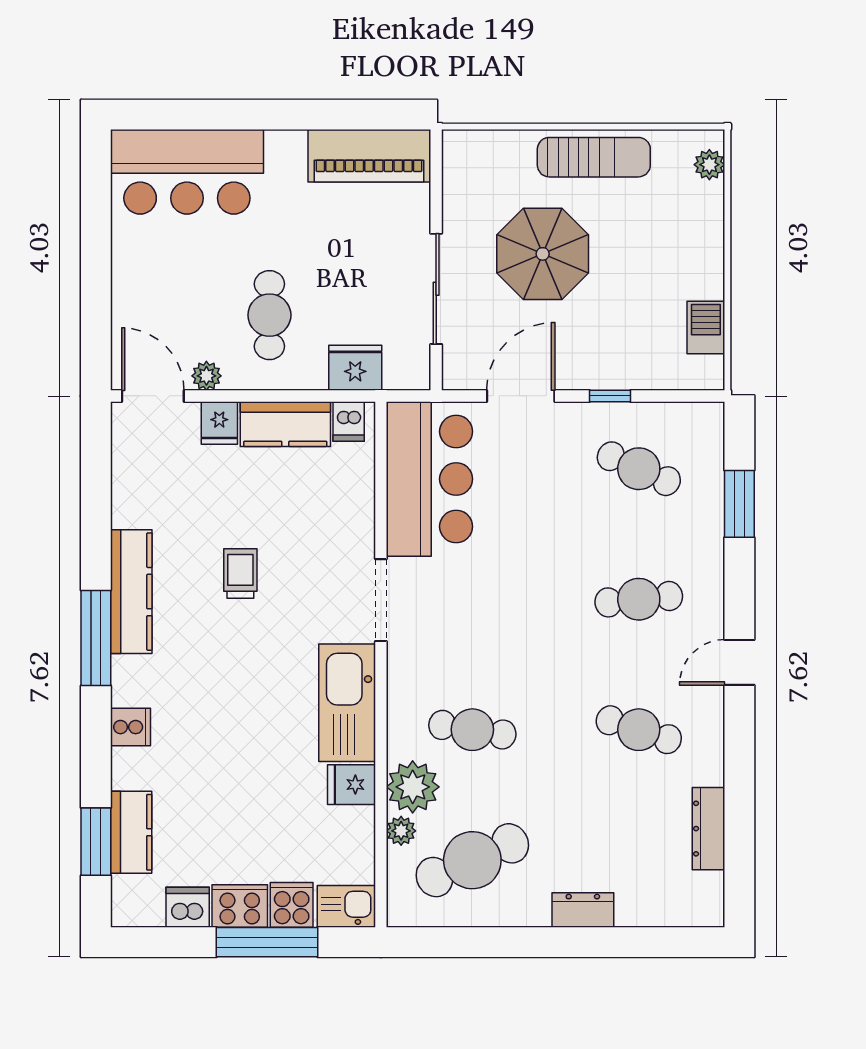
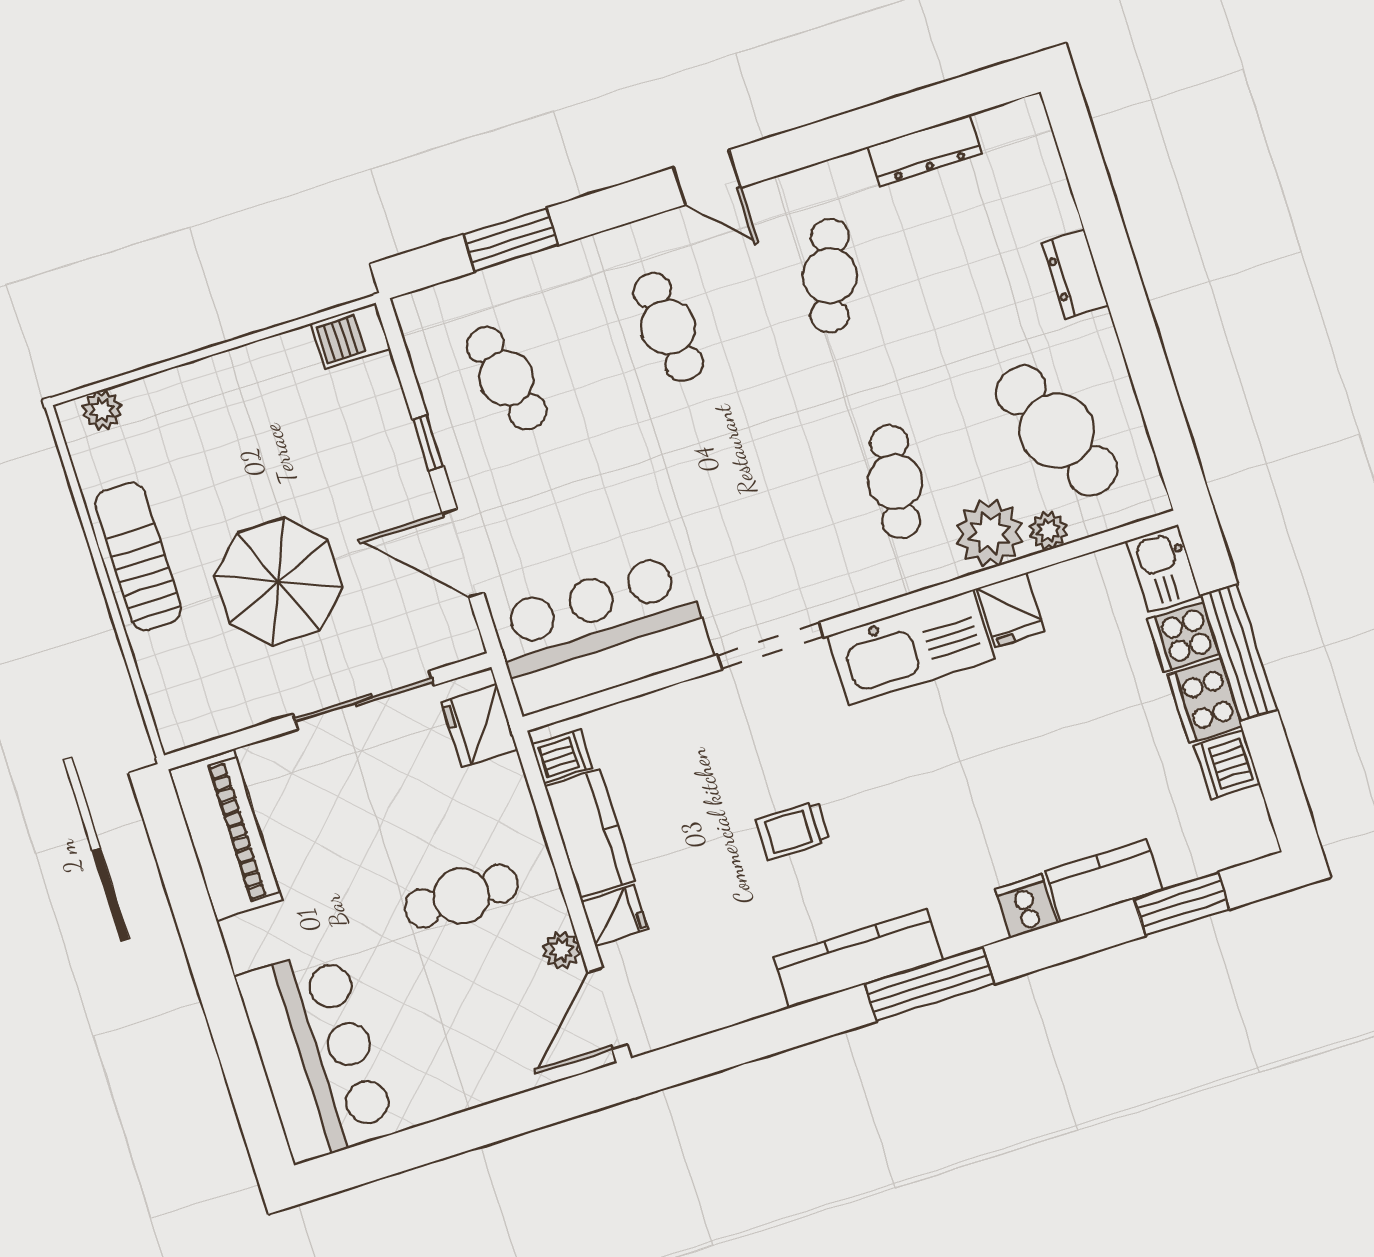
barbecue: (706, 327) -> (351, 336), moved
fridge: (355, 368) -> (479, 726), moved
cafe table: (639, 469) -> (507, 378), turned -39
kitchen counter: (131, 832) -> (1104, 881), moved

